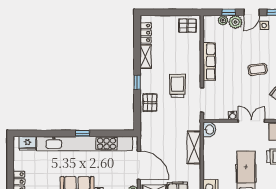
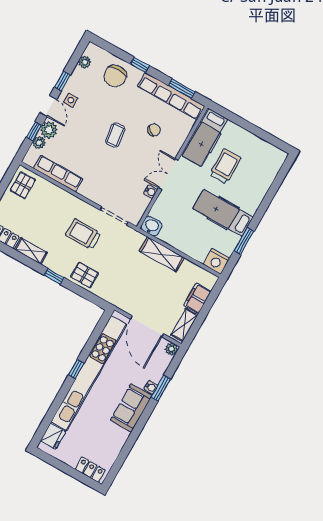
row of seats: (209, 62) -> (58, 174), moved
door: (139, 165) -> (147, 326), swing flipped

